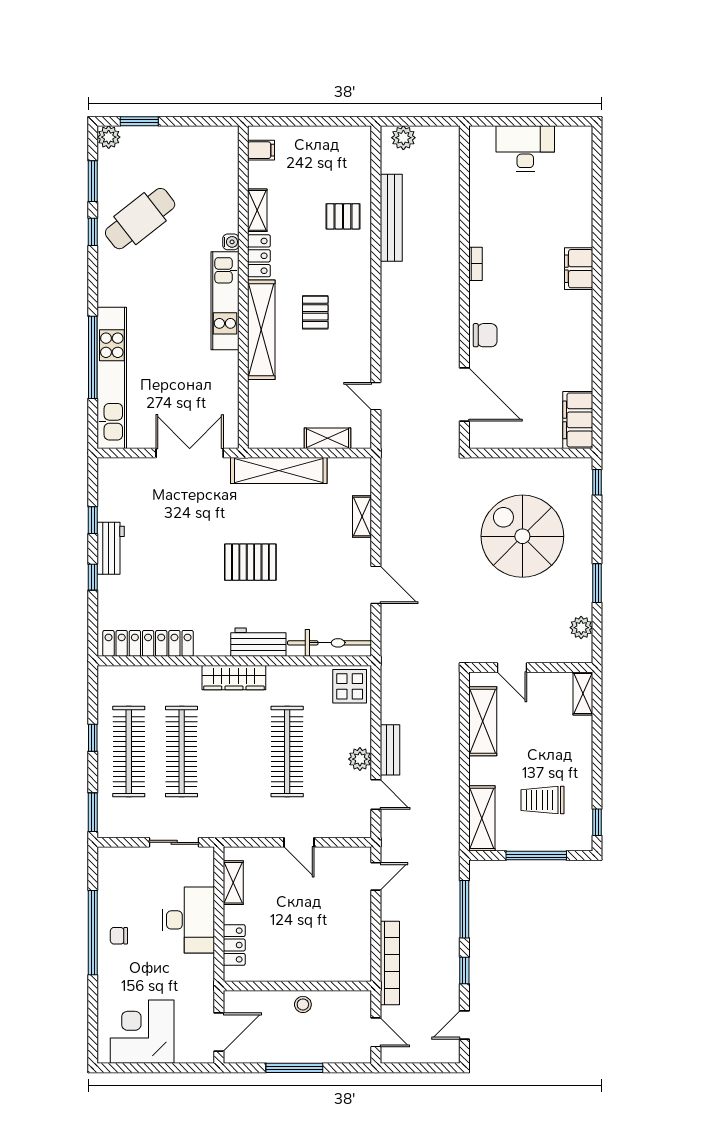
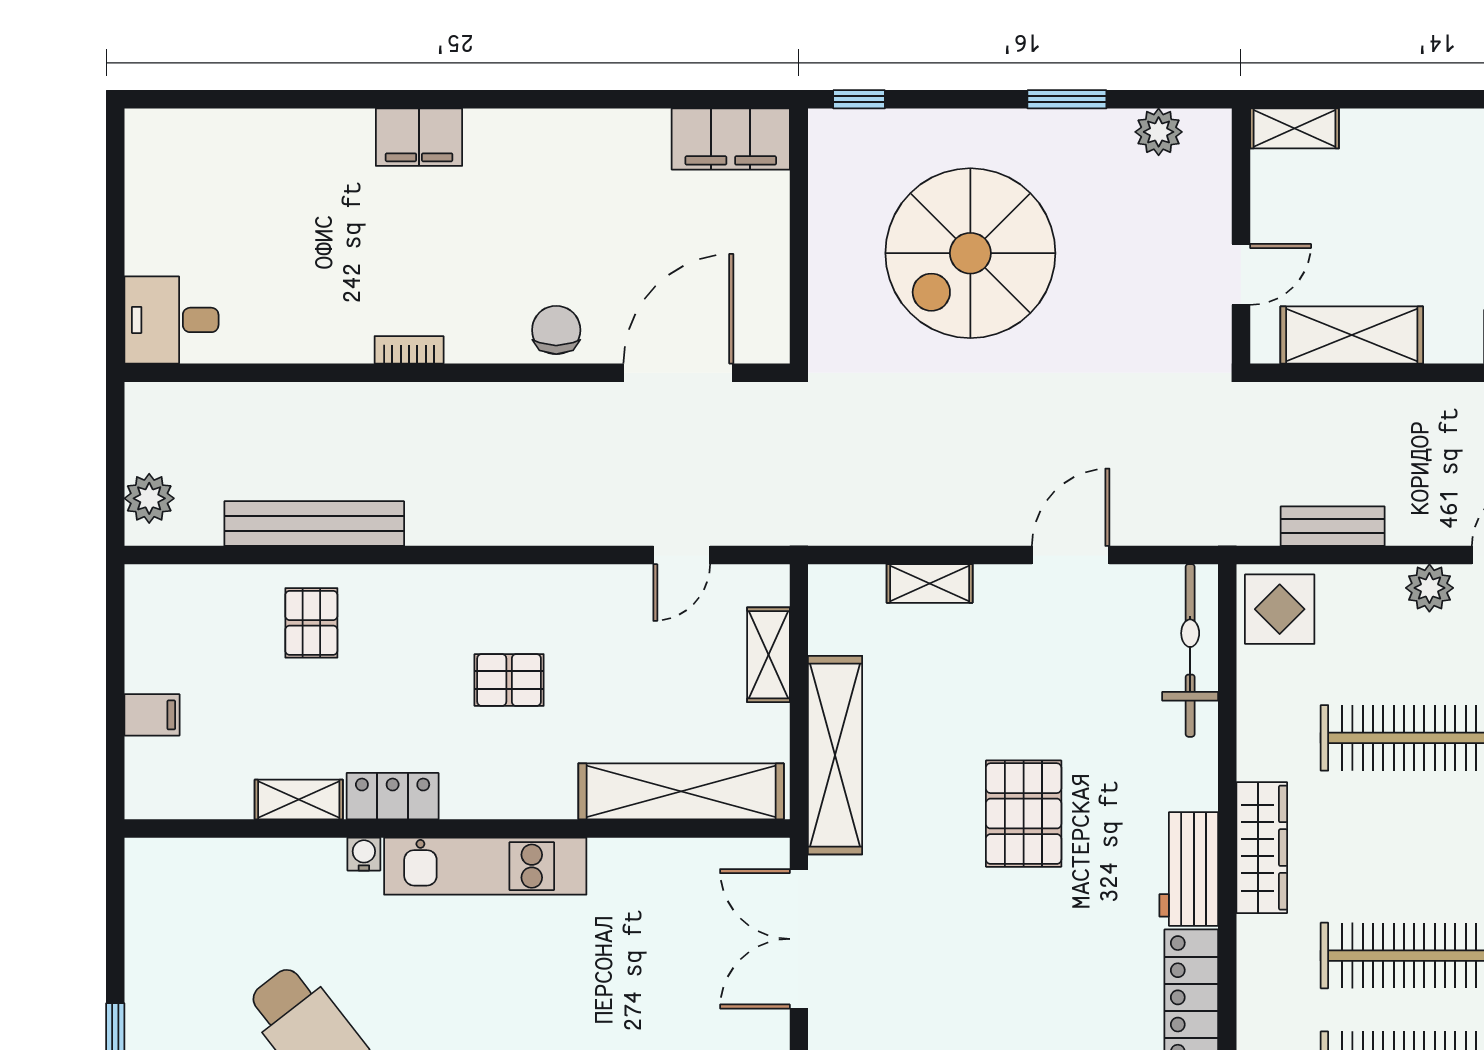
desk: (525, 149) -> (171, 320), moved, width x0.73
filing cabinet: (261, 150) -> (152, 715), moved, turned 90
shelving: (261, 330) -> (681, 791), moved
workbench: (258, 642) -> (1189, 869), moved
bench: (390, 750) -> (1333, 526), moved

